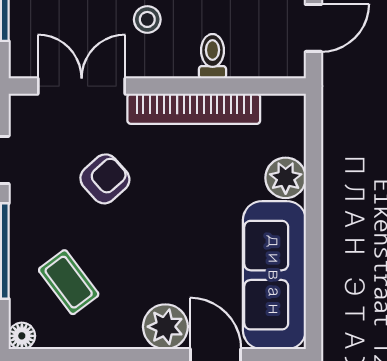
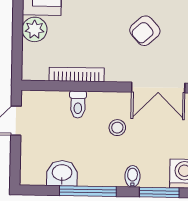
bookcase: (194, 109) -> (77, 75), width x0.68, depth x0.76

